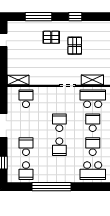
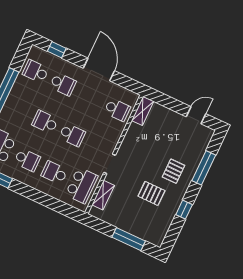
school desk: (93, 123) -> (54, 173), turned 180

